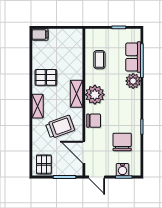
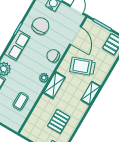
pallet: (46, 77) -> (59, 121), moved, turned 90
plant: (95, 95) -> (44, 78), width x0.53, depth x0.53
row of seats: (133, 111) -> (17, 45), added
chair: (122, 142) -> (41, 26), turned 180

